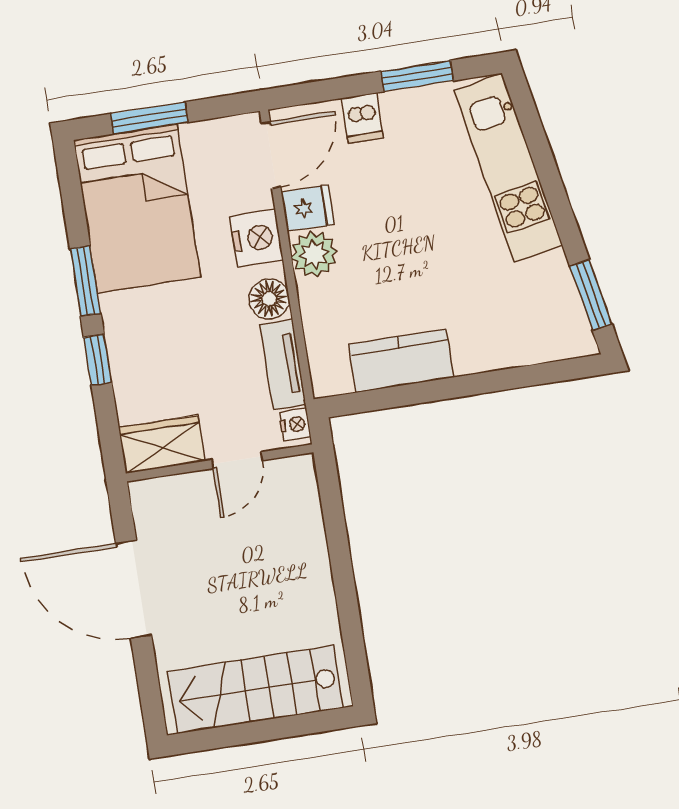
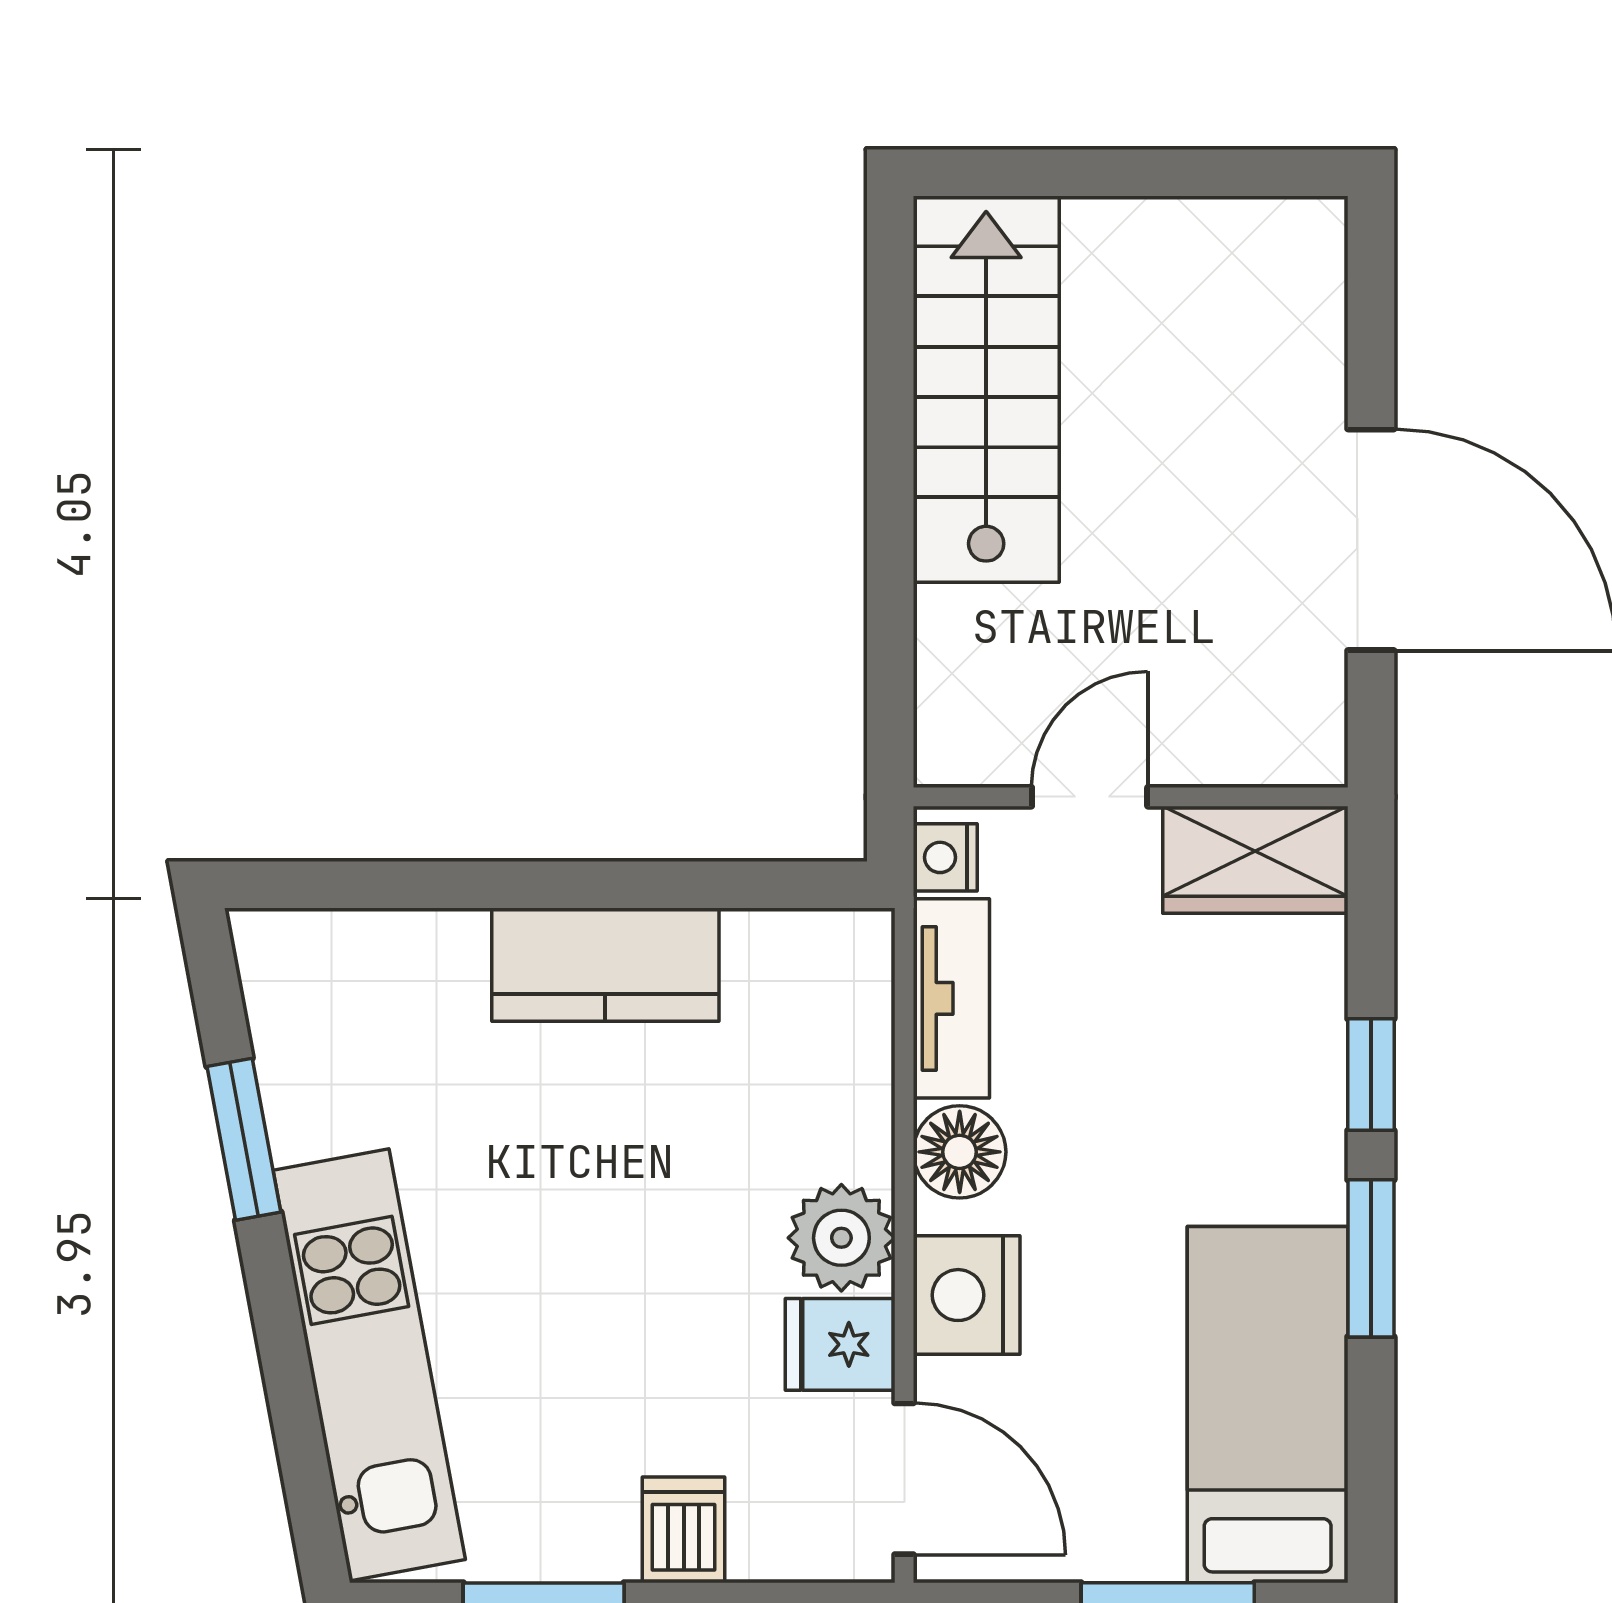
door: (271, 155) -> (904, 1479), swing flipped
bed: (137, 208) -> (1268, 1405), width x0.67
window: (591, 295) -> (244, 1139), moved
kitchen counter: (401, 361) -> (605, 965), moved
stairs: (256, 690) -> (986, 389), moved, turned -90

